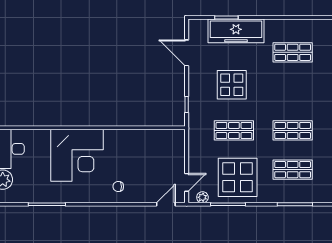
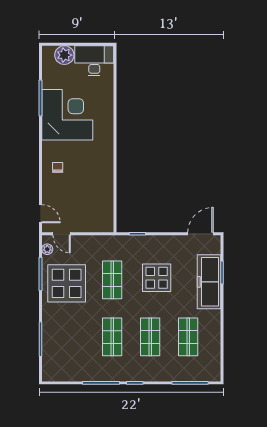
door: (187, 53) -> (201, 234), moved
corner desk: (77, 155) -> (67, 115), moved, turned 180
shop shelf: (293, 170) -> (150, 337), moved

